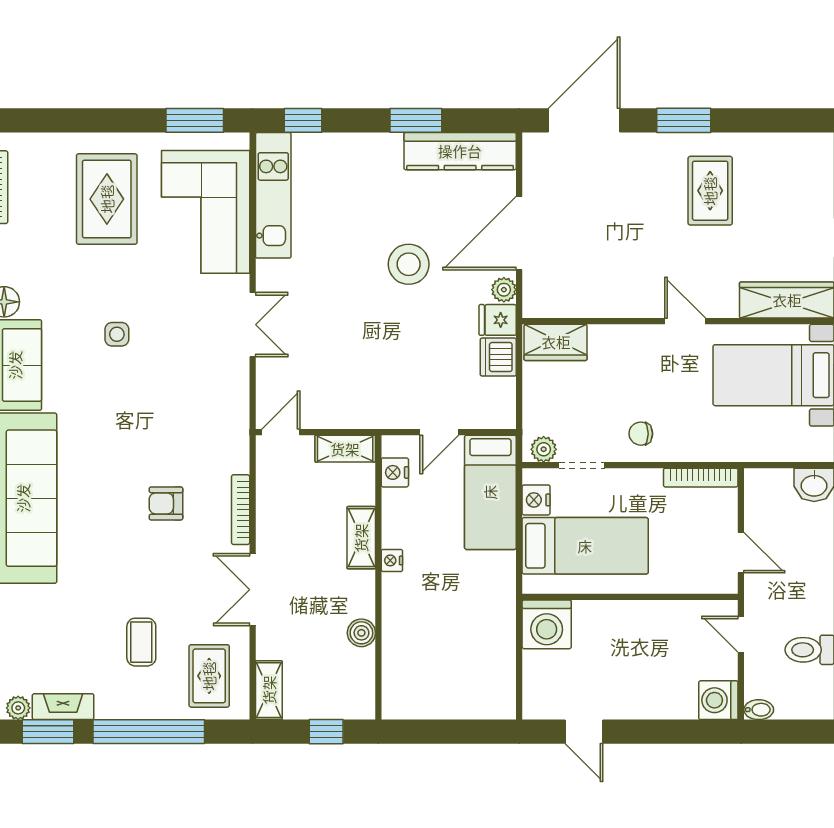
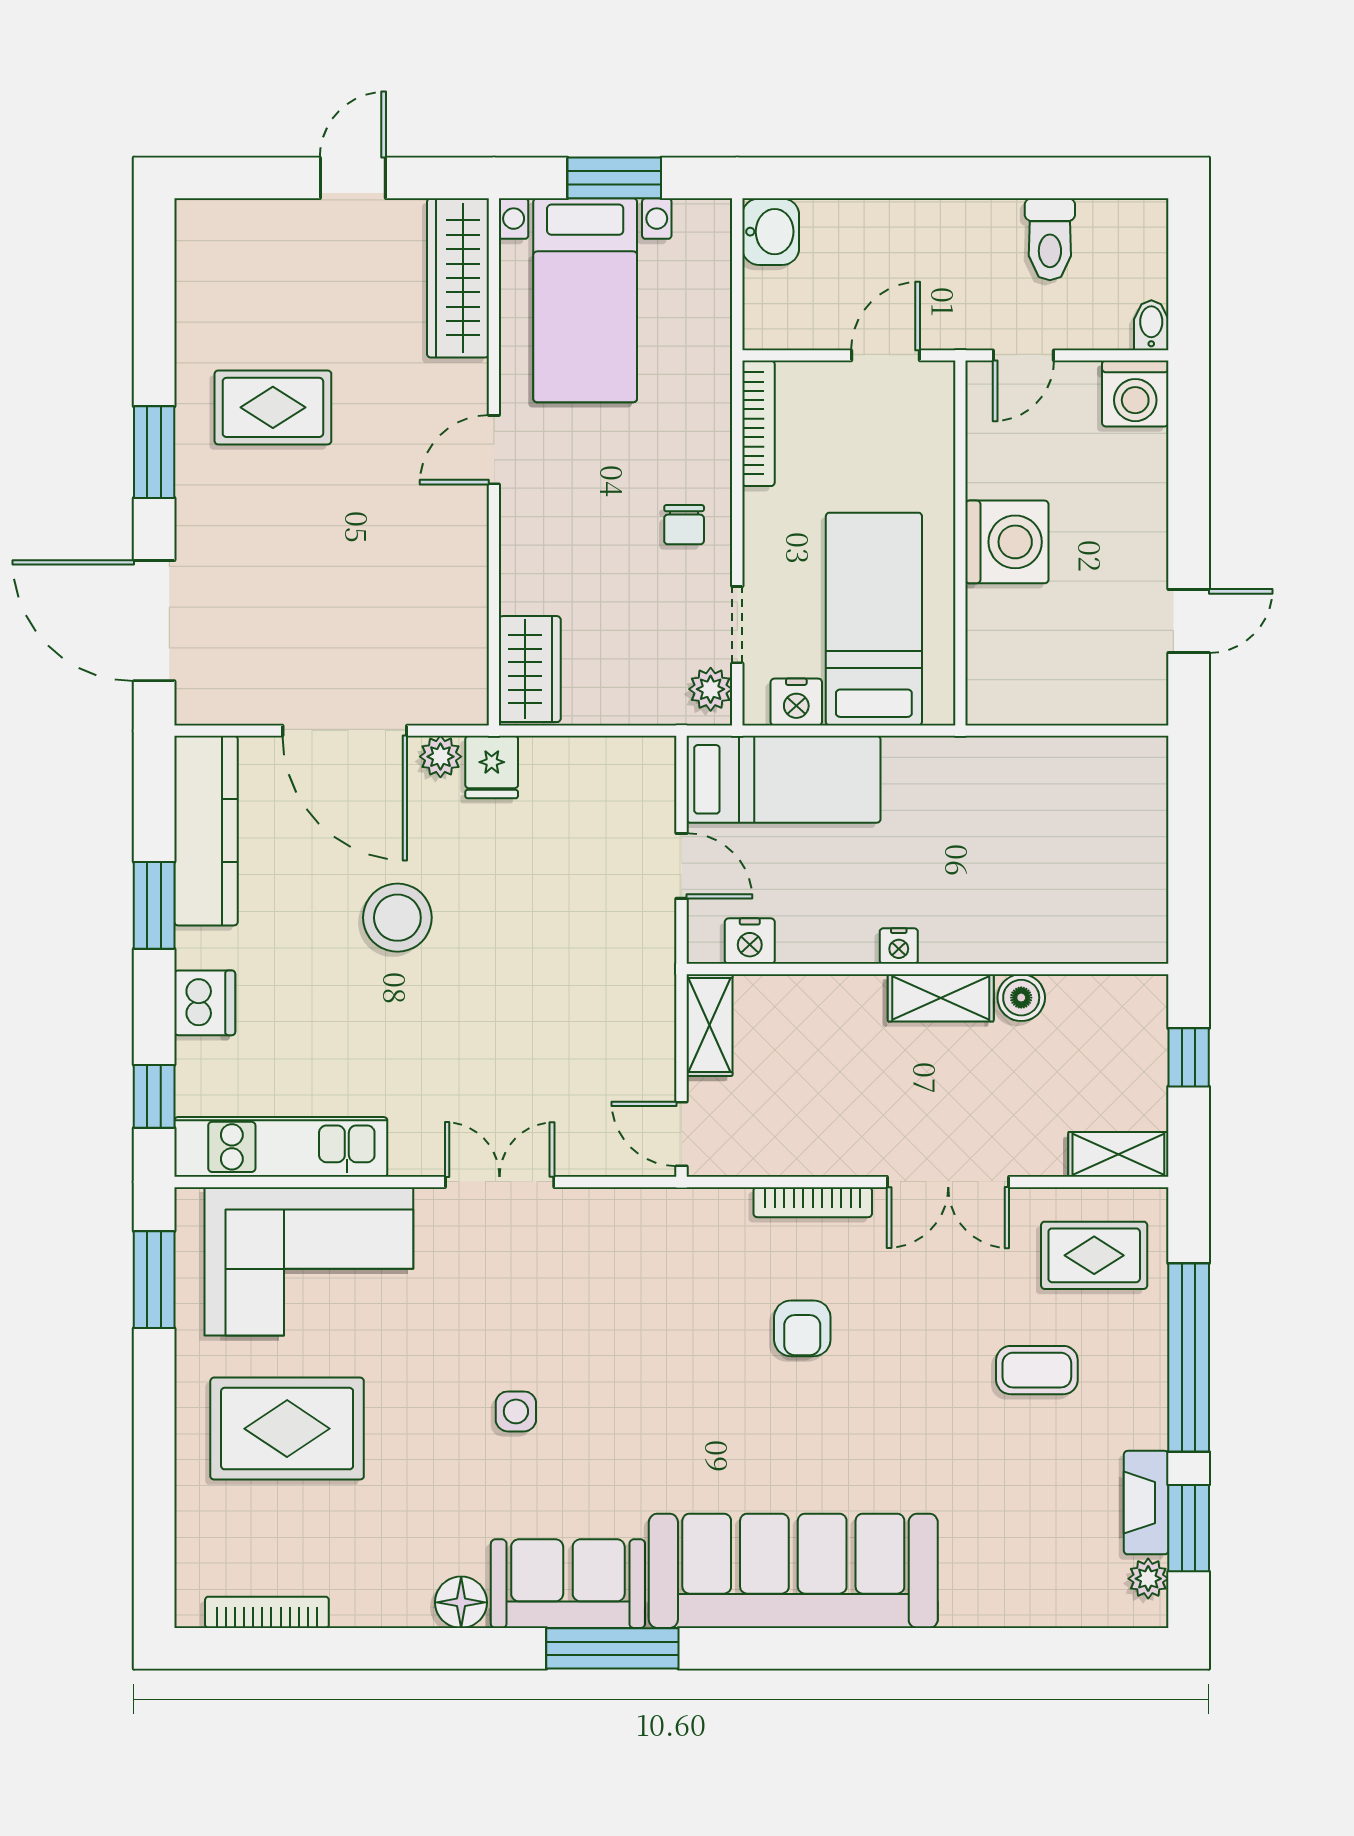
dishwasher: (498, 357) -> (205, 1003), moved, turned -90
shelving: (361, 538) -> (941, 998), moved
washing machine: (547, 624) -> (1007, 542), moved

